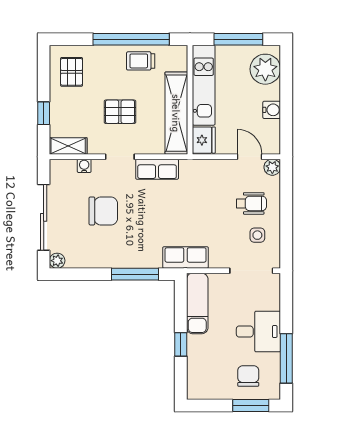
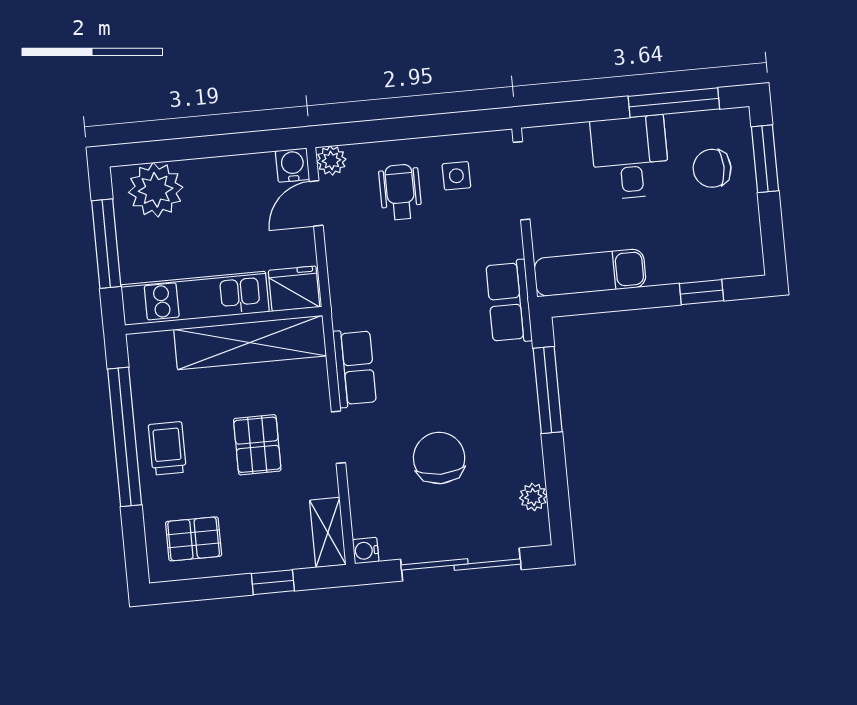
trolley: (141, 61) -> (167, 448), moved, turned 180
water cooler: (272, 110) -> (293, 165), moved
water cooler: (84, 166) -> (366, 551), moved
plant: (57, 261) -> (533, 497), moved
window: (181, 344) -> (702, 292), moved

